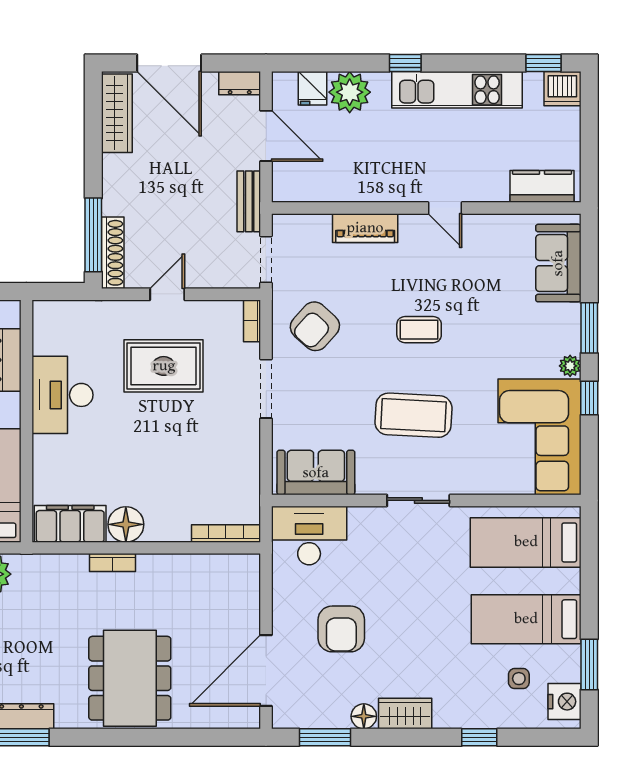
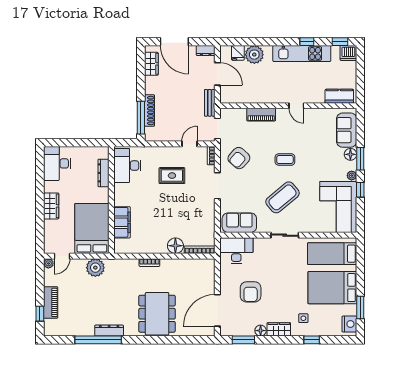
window: (405, 63) -> (307, 42), moved
wardrobe: (117, 113) -> (151, 64), width x0.67
shoe rack: (113, 253) -> (150, 110), moved
door: (167, 294) -> (190, 144), moved
floor lamp: (567, 318) -> (350, 154), added
rug: (164, 366) -> (172, 176), width x0.73, depth x0.70
desk: (62, 395) -> (127, 166), moved
coffee table: (413, 415) -> (283, 197), turned -43
filing cabinet: (70, 524) -> (122, 222), moved, turned 90
floor lamp: (126, 524) -> (175, 246), moved
bed: (526, 619) -> (332, 288), width x1.50
side table: (519, 679) -> (303, 318), moved

